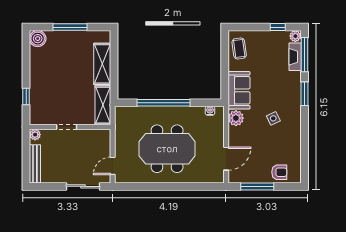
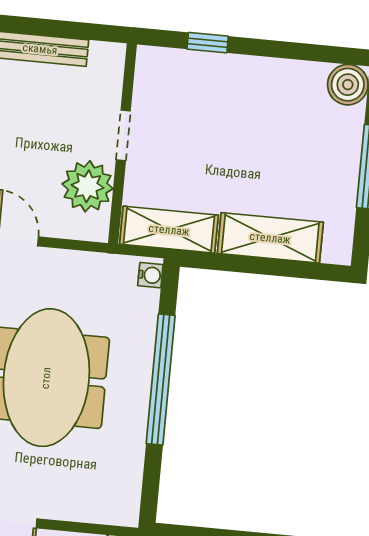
water cooler: (210, 111) -> (150, 275), moved
plant: (35, 135) -> (88, 186), moved, width x1.87, depth x1.87

